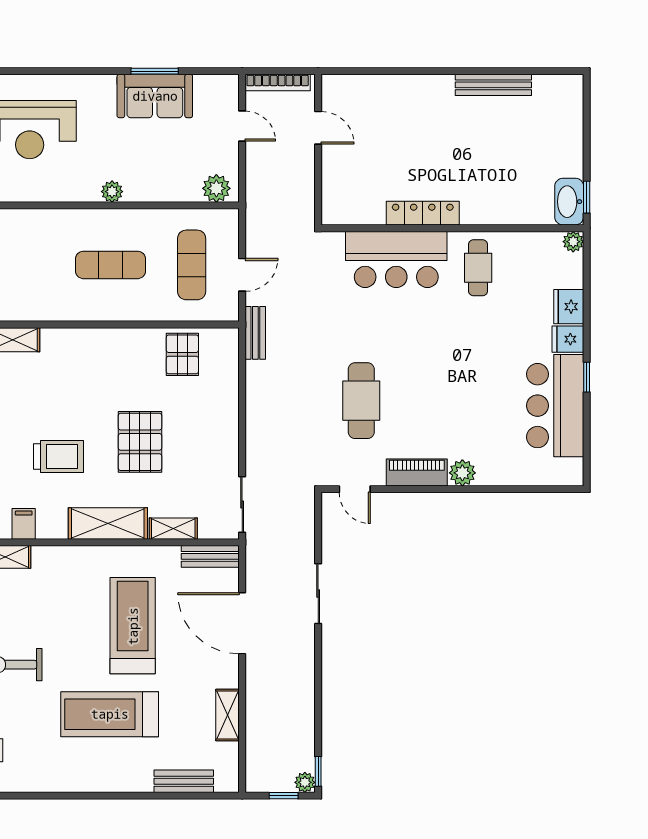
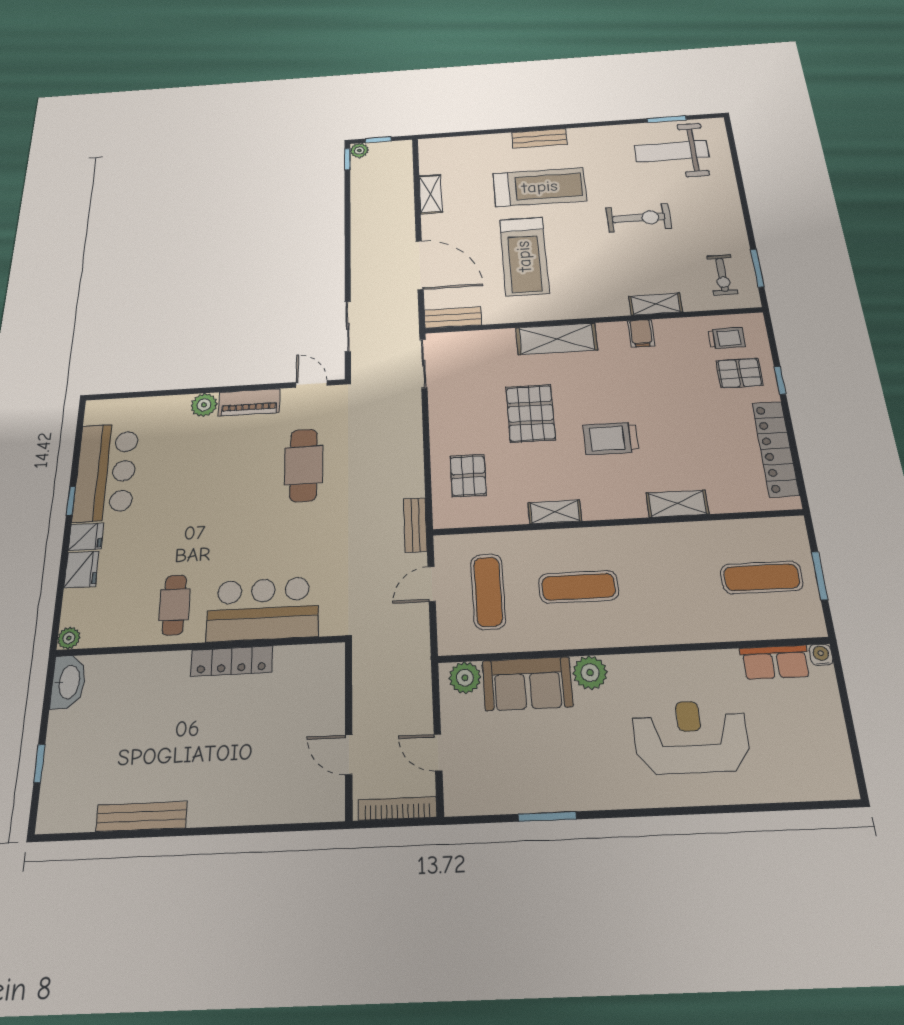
sofa: (155, 96) -> (527, 684), moved, turned 180
plant: (112, 192) -> (590, 673), width x1.38, depth x1.38
window: (587, 197) -> (39, 764), moved
pallet: (182, 354) -> (468, 476), moved
trolley: (58, 457) -> (611, 438), moved
shelving: (173, 529) -> (555, 512), moved
sliding door: (318, 594) -> (348, 326), moved
bench: (184, 781) -> (539, 138), moved

